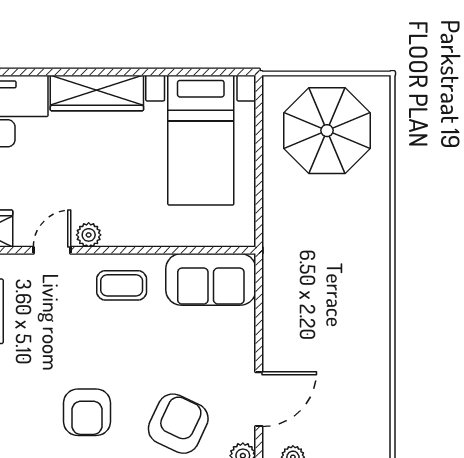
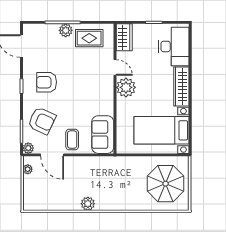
plant: (89, 235) -> (126, 87), width x1.88, depth x1.88
coffee table: (122, 285) -> (72, 140), moved
plant: (375, 315) -> (88, 204), added

